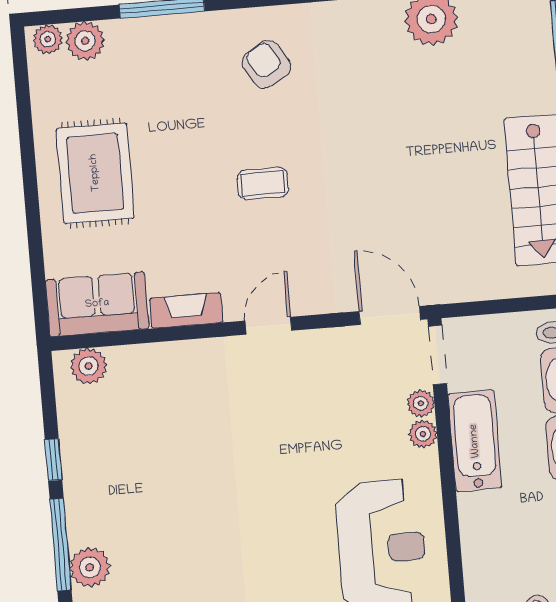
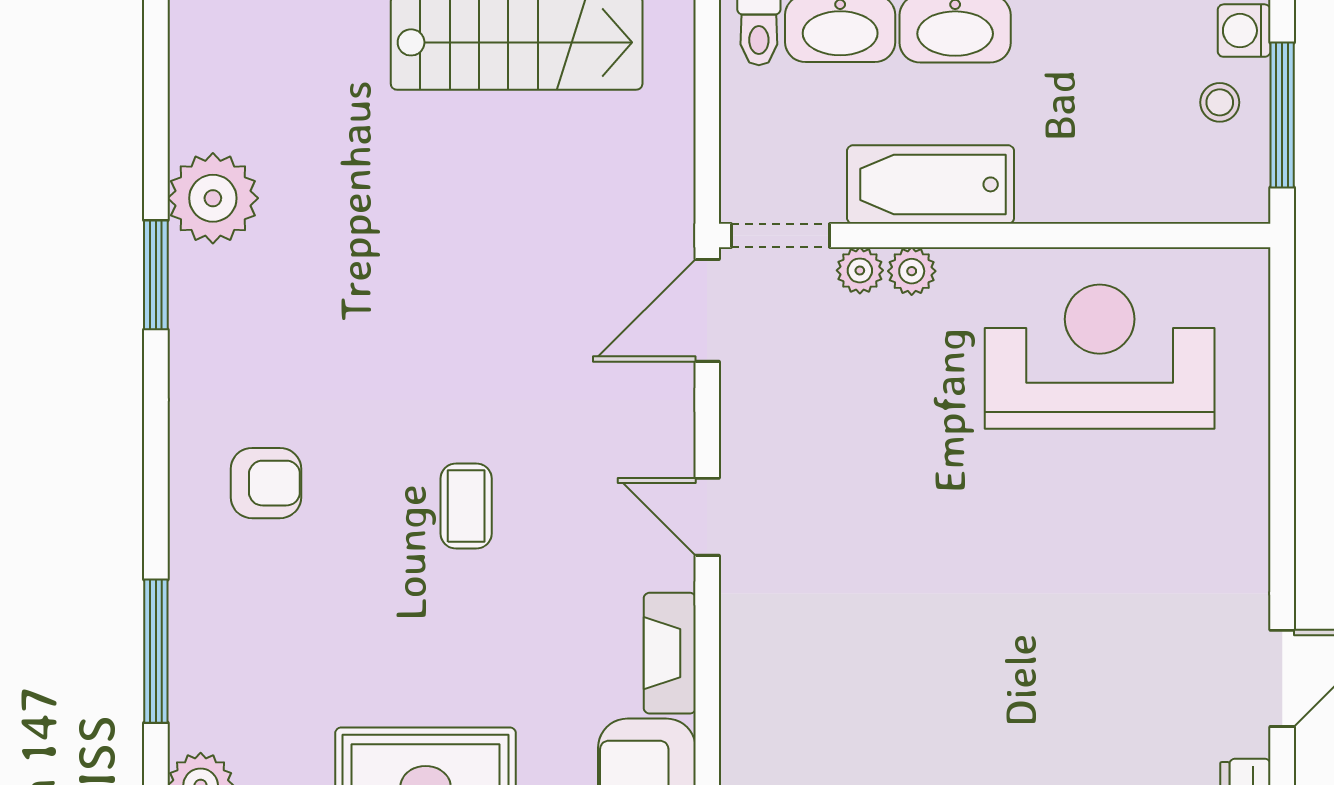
armchair: (266, 64) -> (266, 483), turned -150

